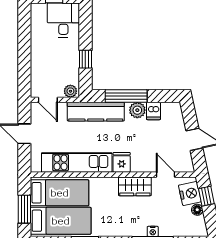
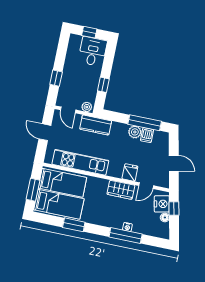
window: (24, 63) -> (56, 78), added
window: (126, 96) -> (145, 123), moved
kitchen counter: (96, 112) -> (96, 125), width x0.67
fridge: (122, 162) -> (130, 173), moved
door: (165, 175) -> (146, 186), swing flipped

